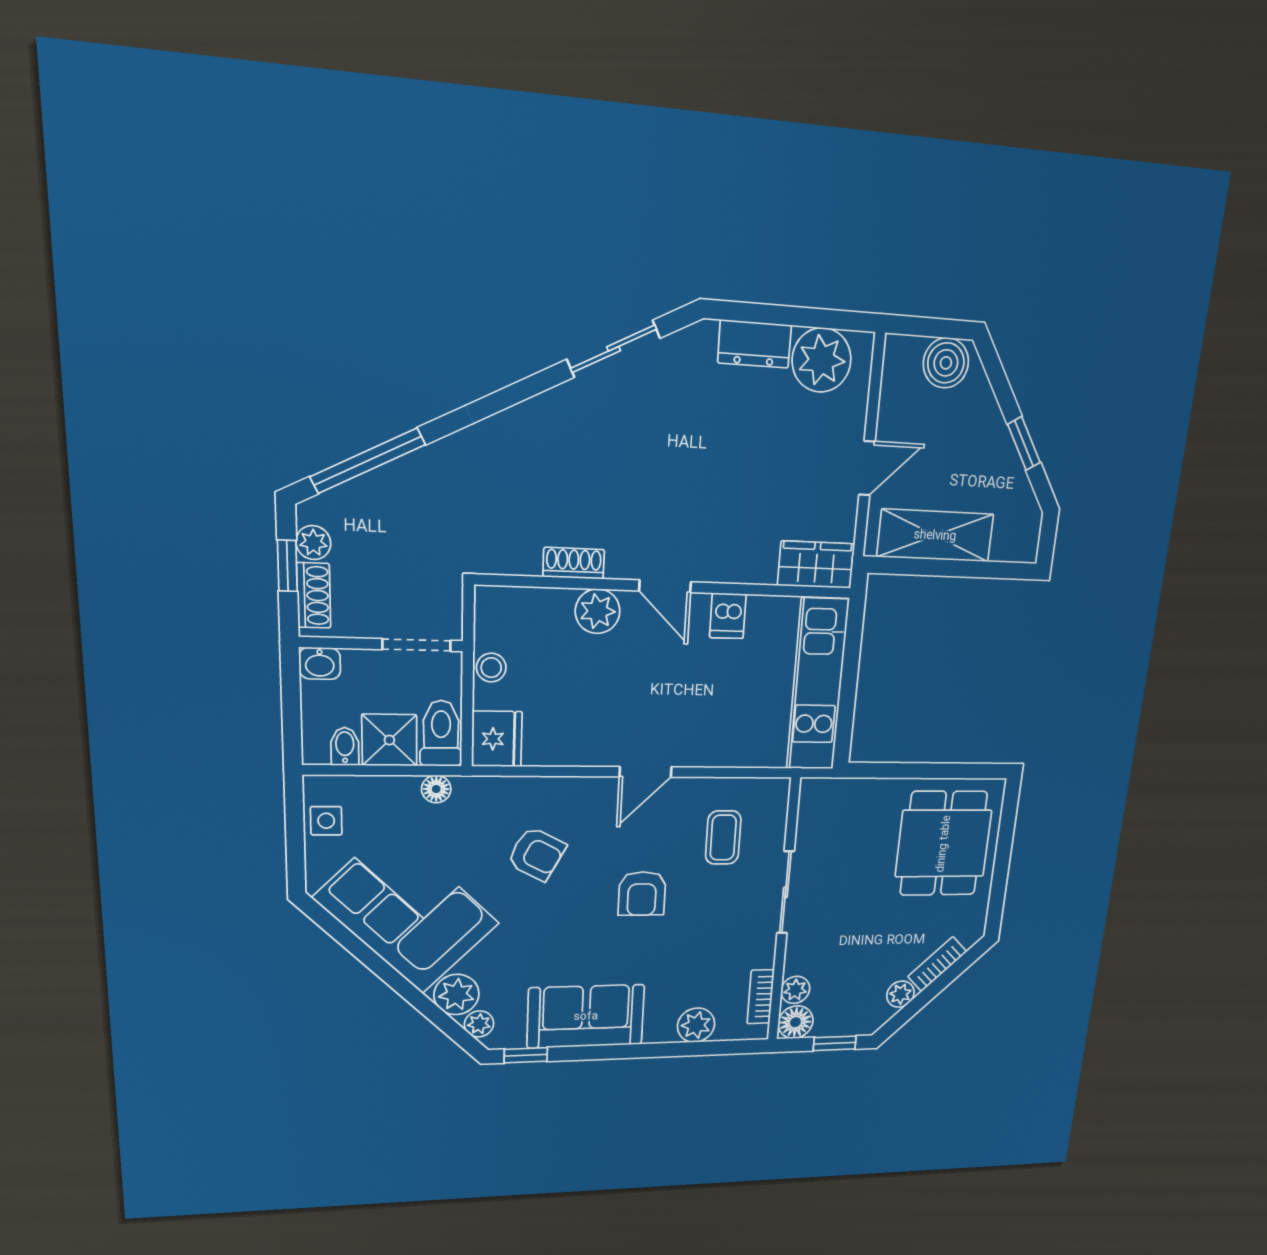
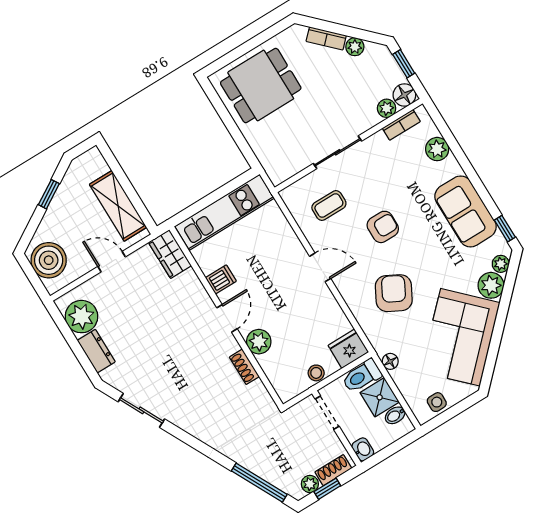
boiler: (946, 363) -> (49, 260), width x1.37, depth x1.37
armchair: (537, 854) -> (394, 293), width x1.38, depth x1.38

